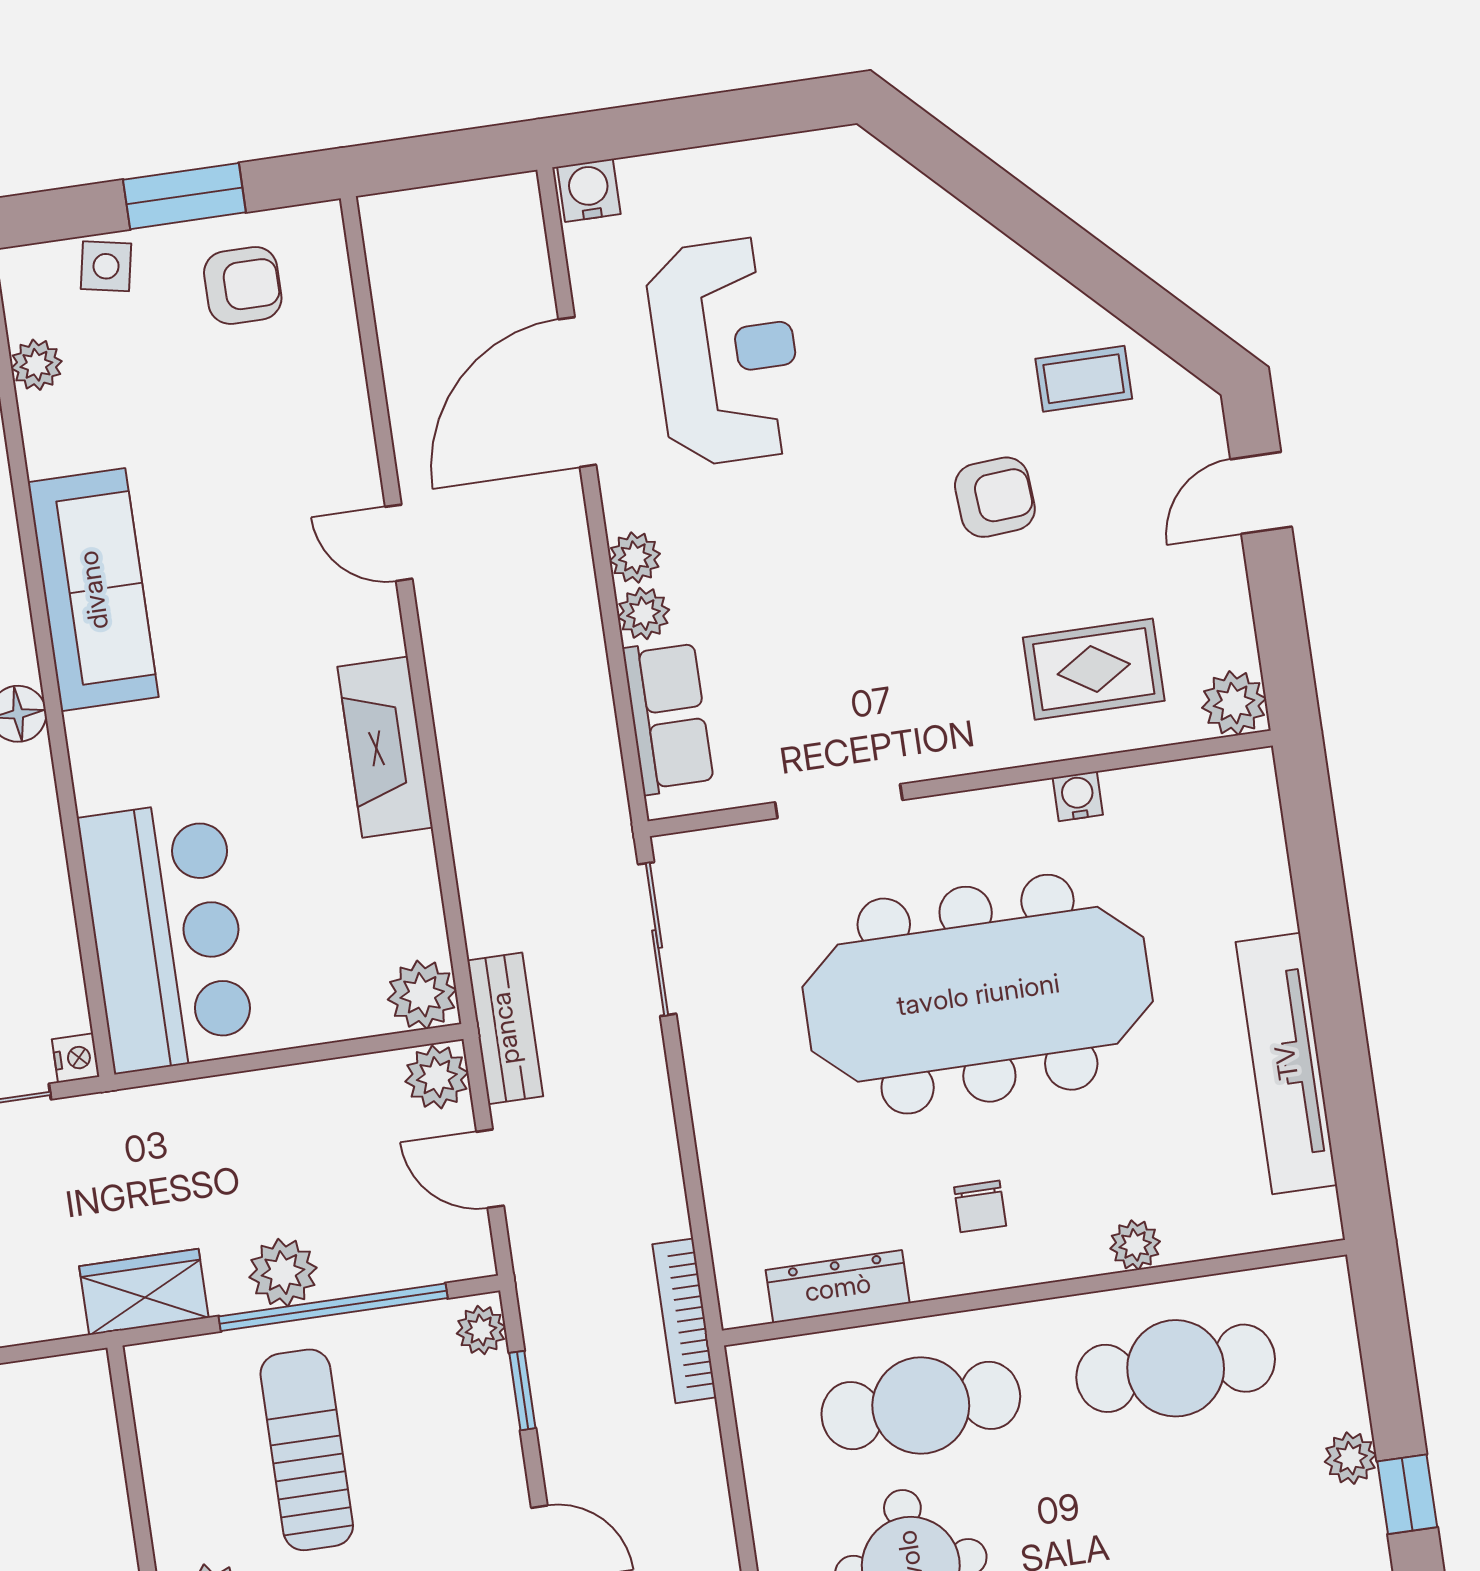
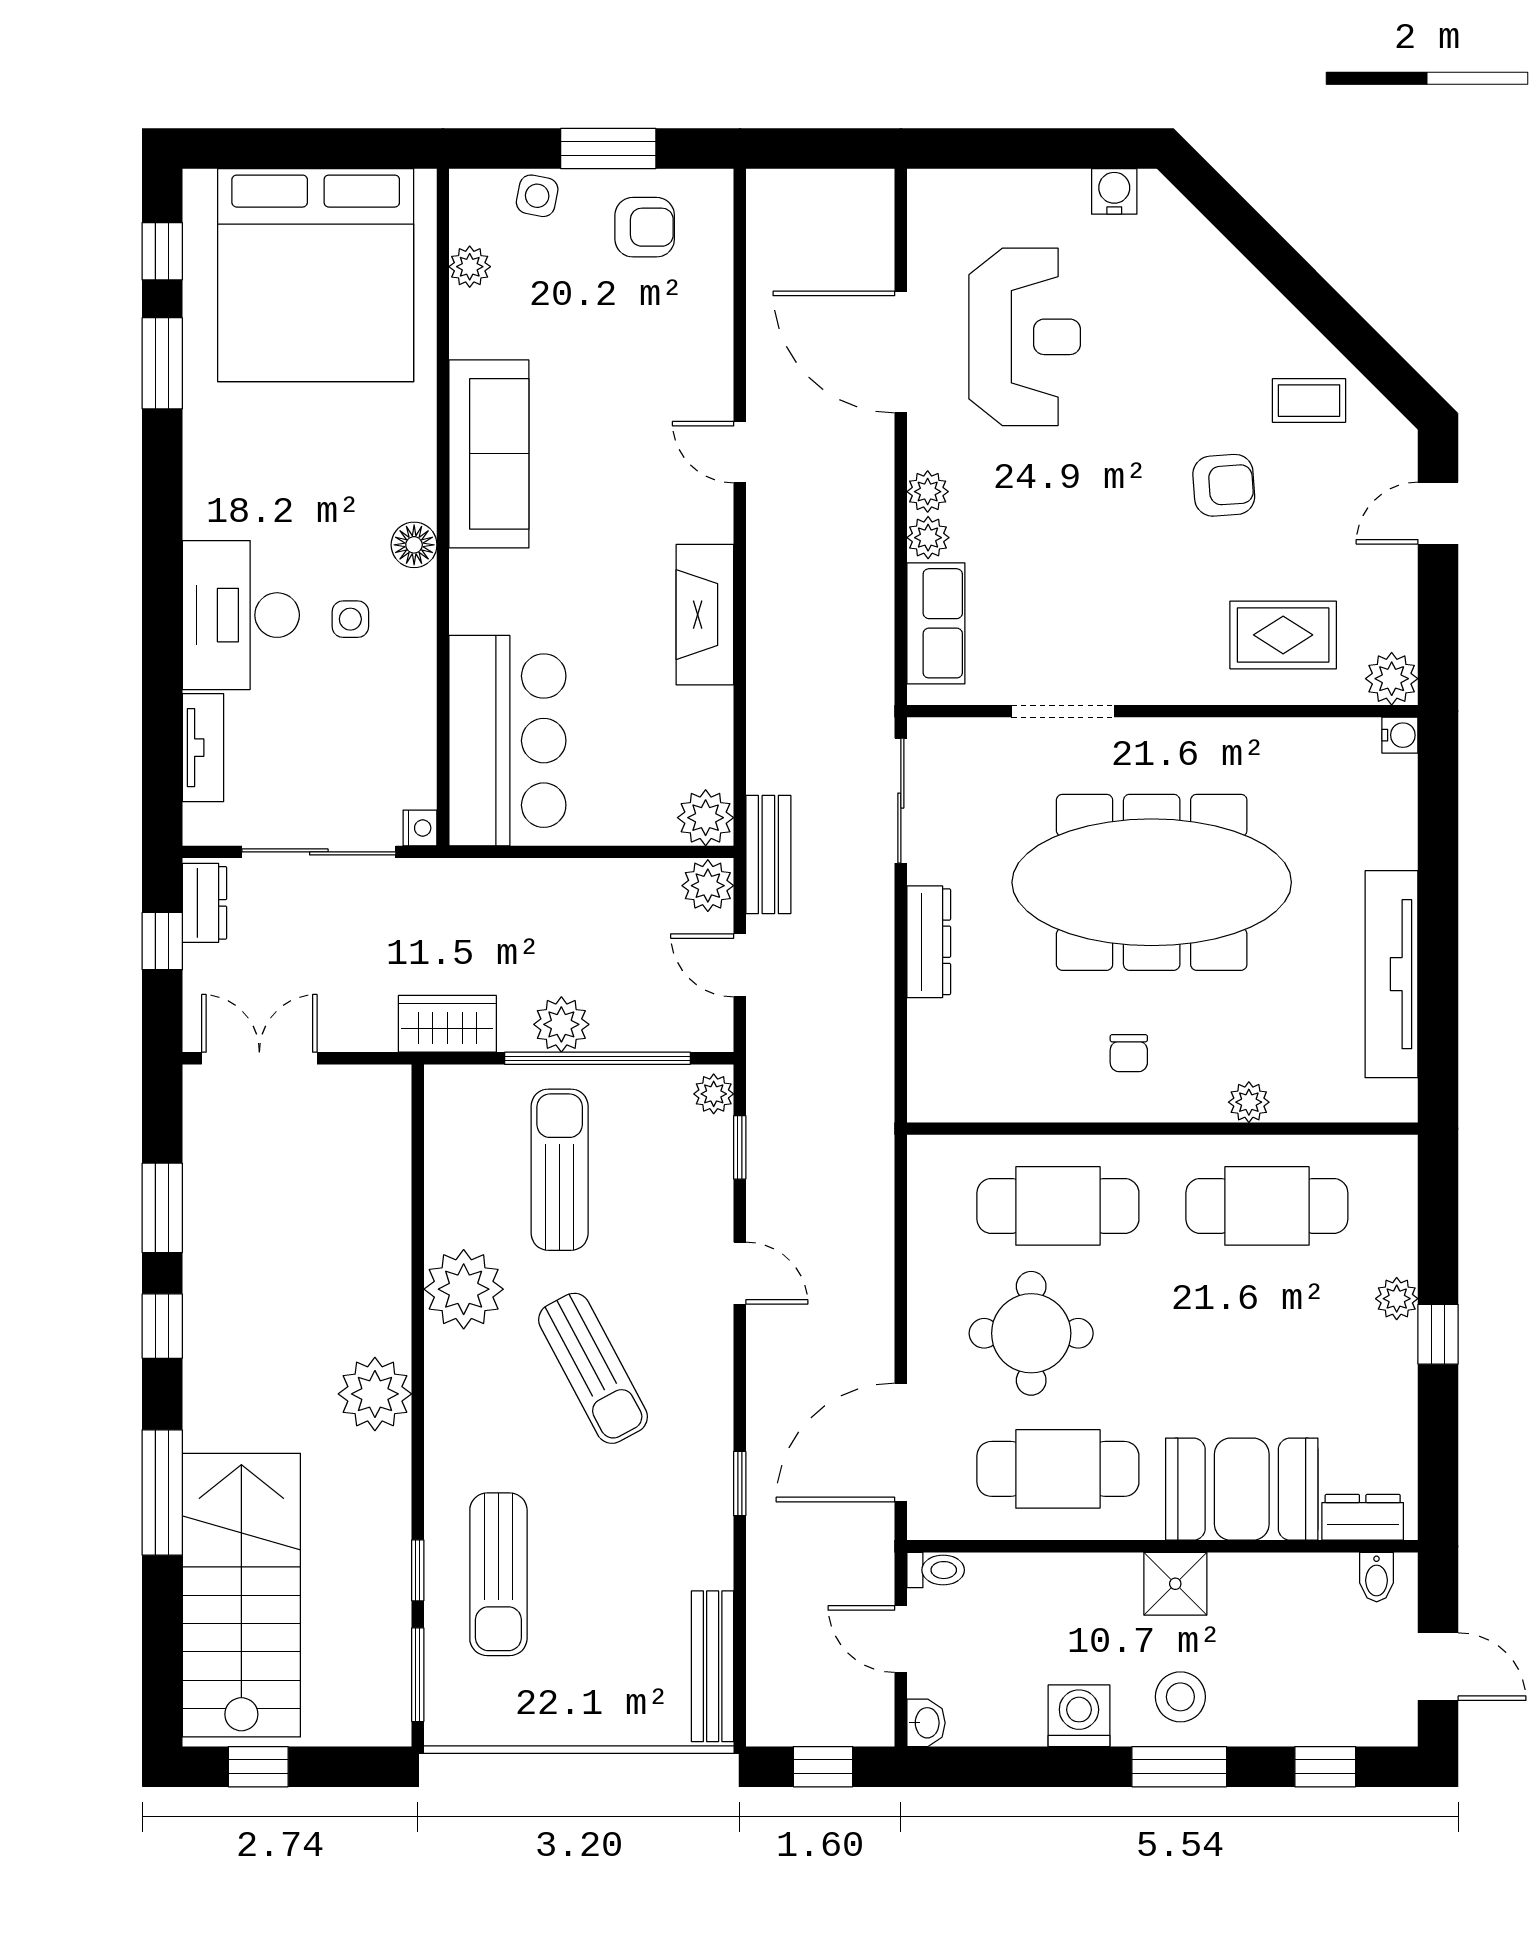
water cooler: (589, 190) -> (1114, 191), moved
door: (577, 392) -> (901, 352), hinge flipped
water cooler: (1078, 796) -> (1400, 735), moved, turned 90
dresser: (838, 1287) -> (929, 942), moved, turned 90
bookcase: (684, 1321) -> (878, 1110), removed

